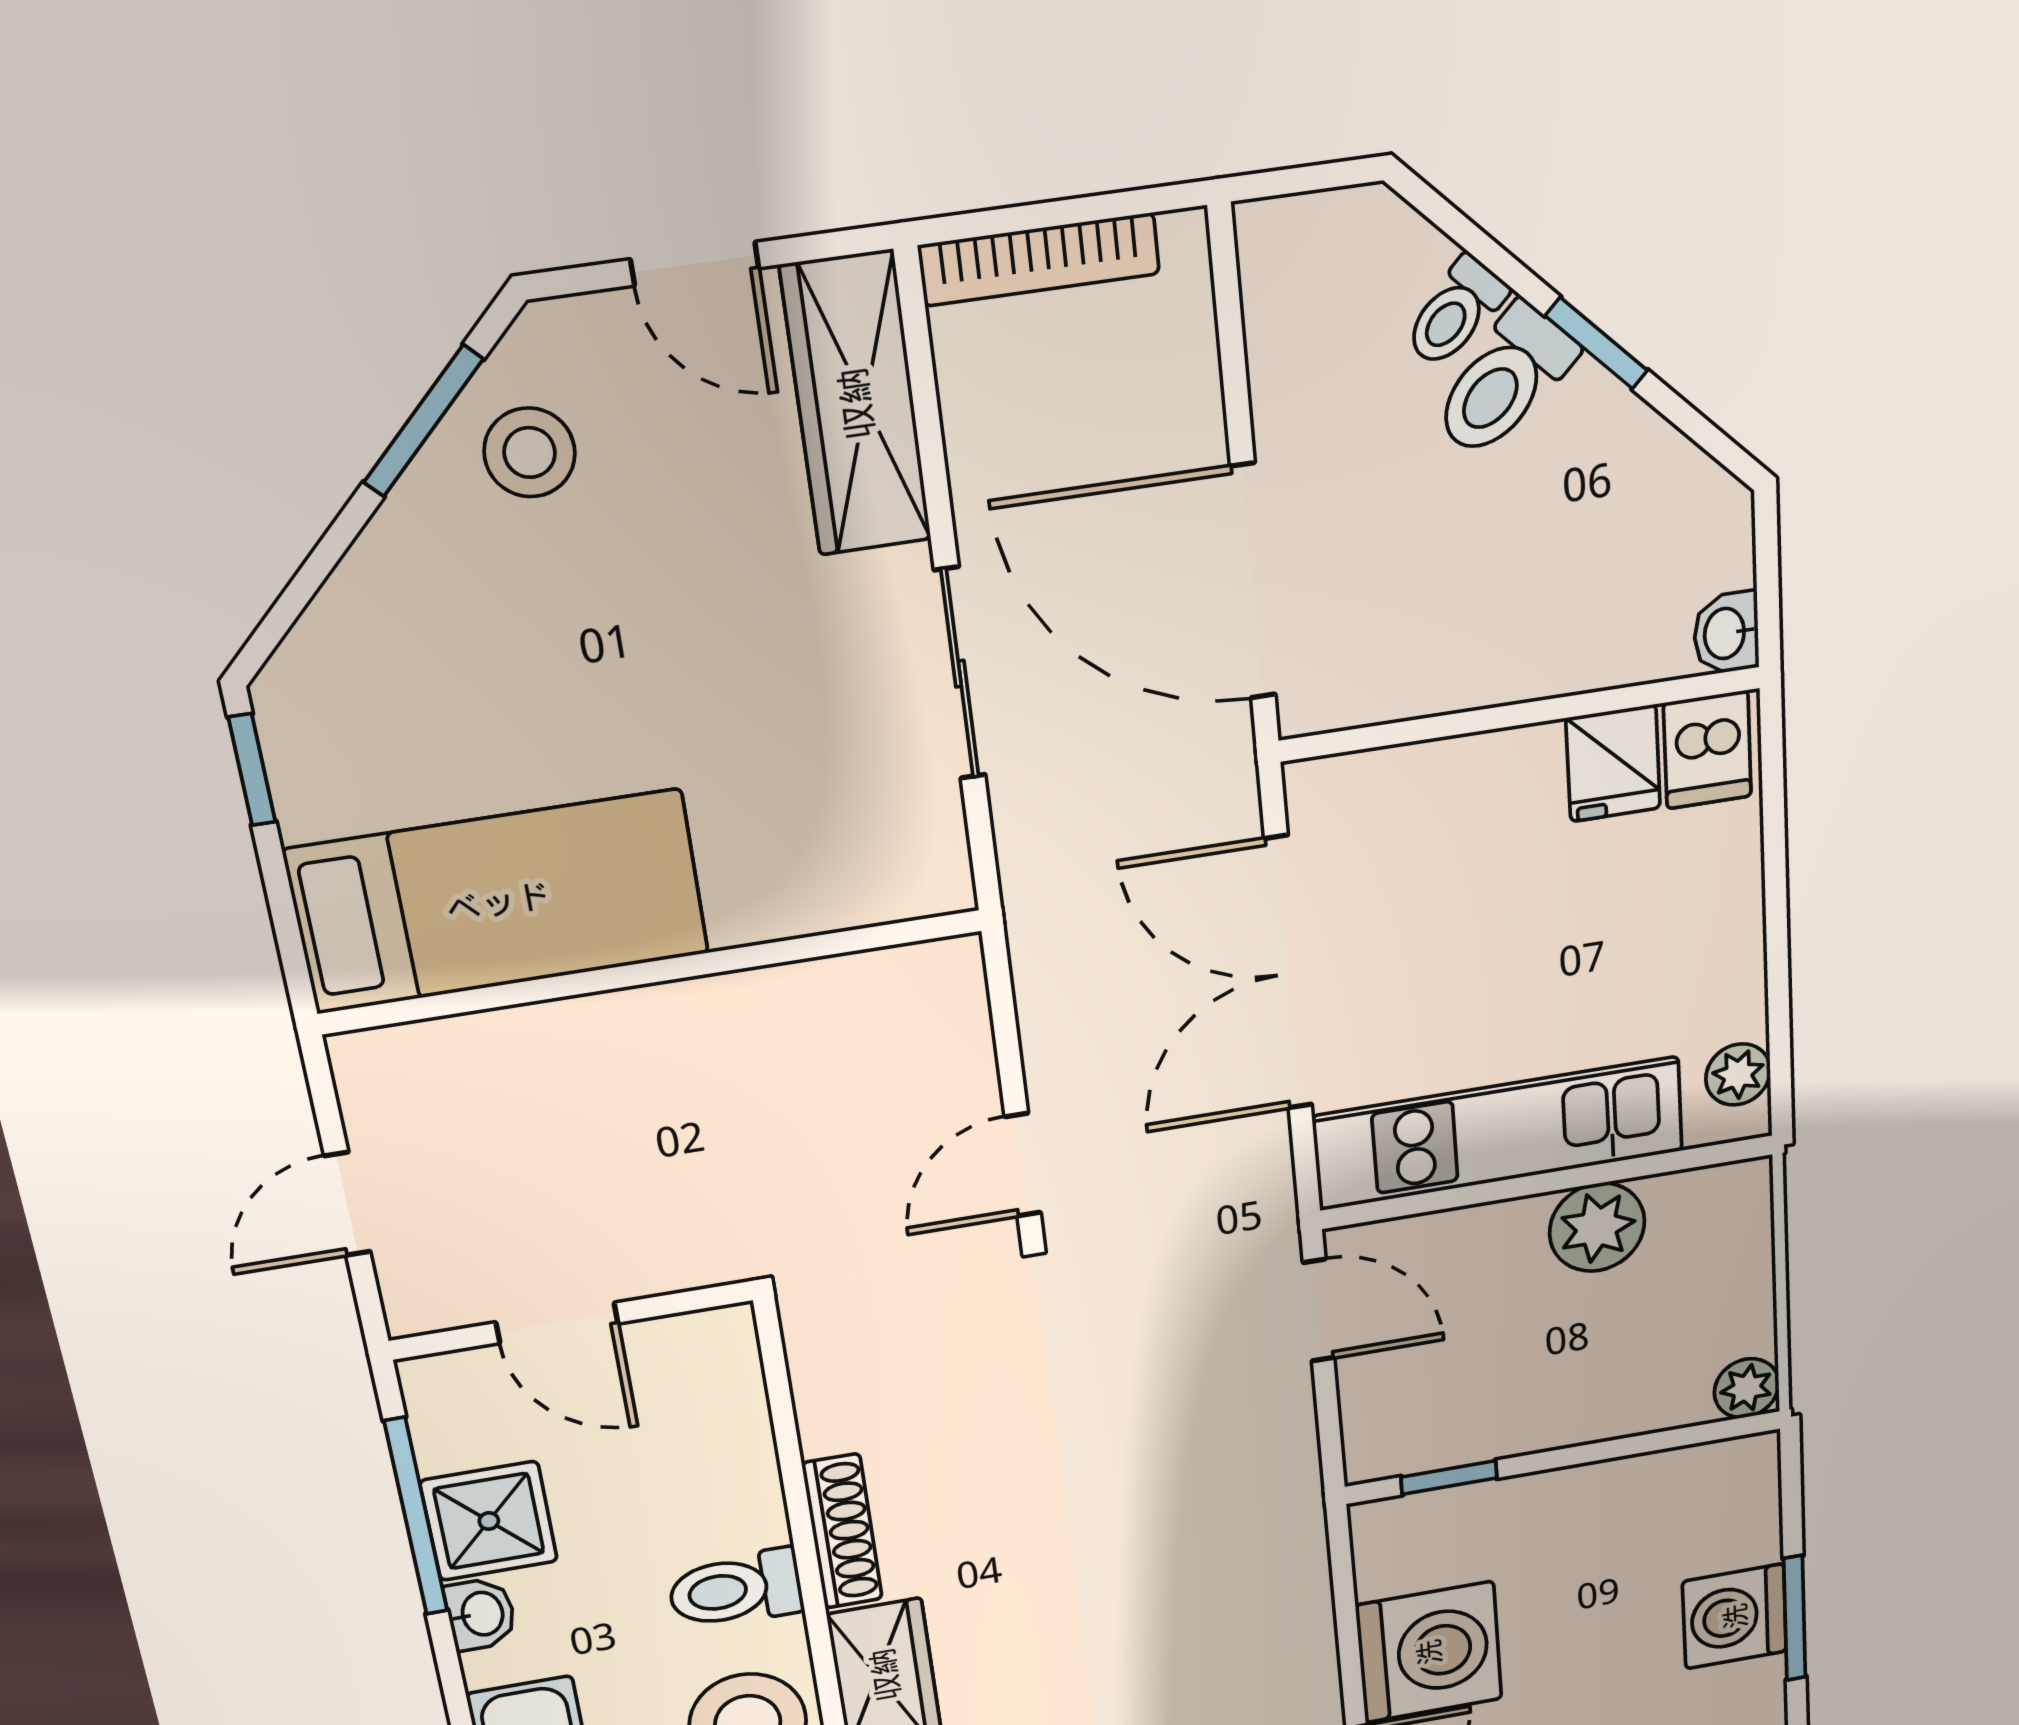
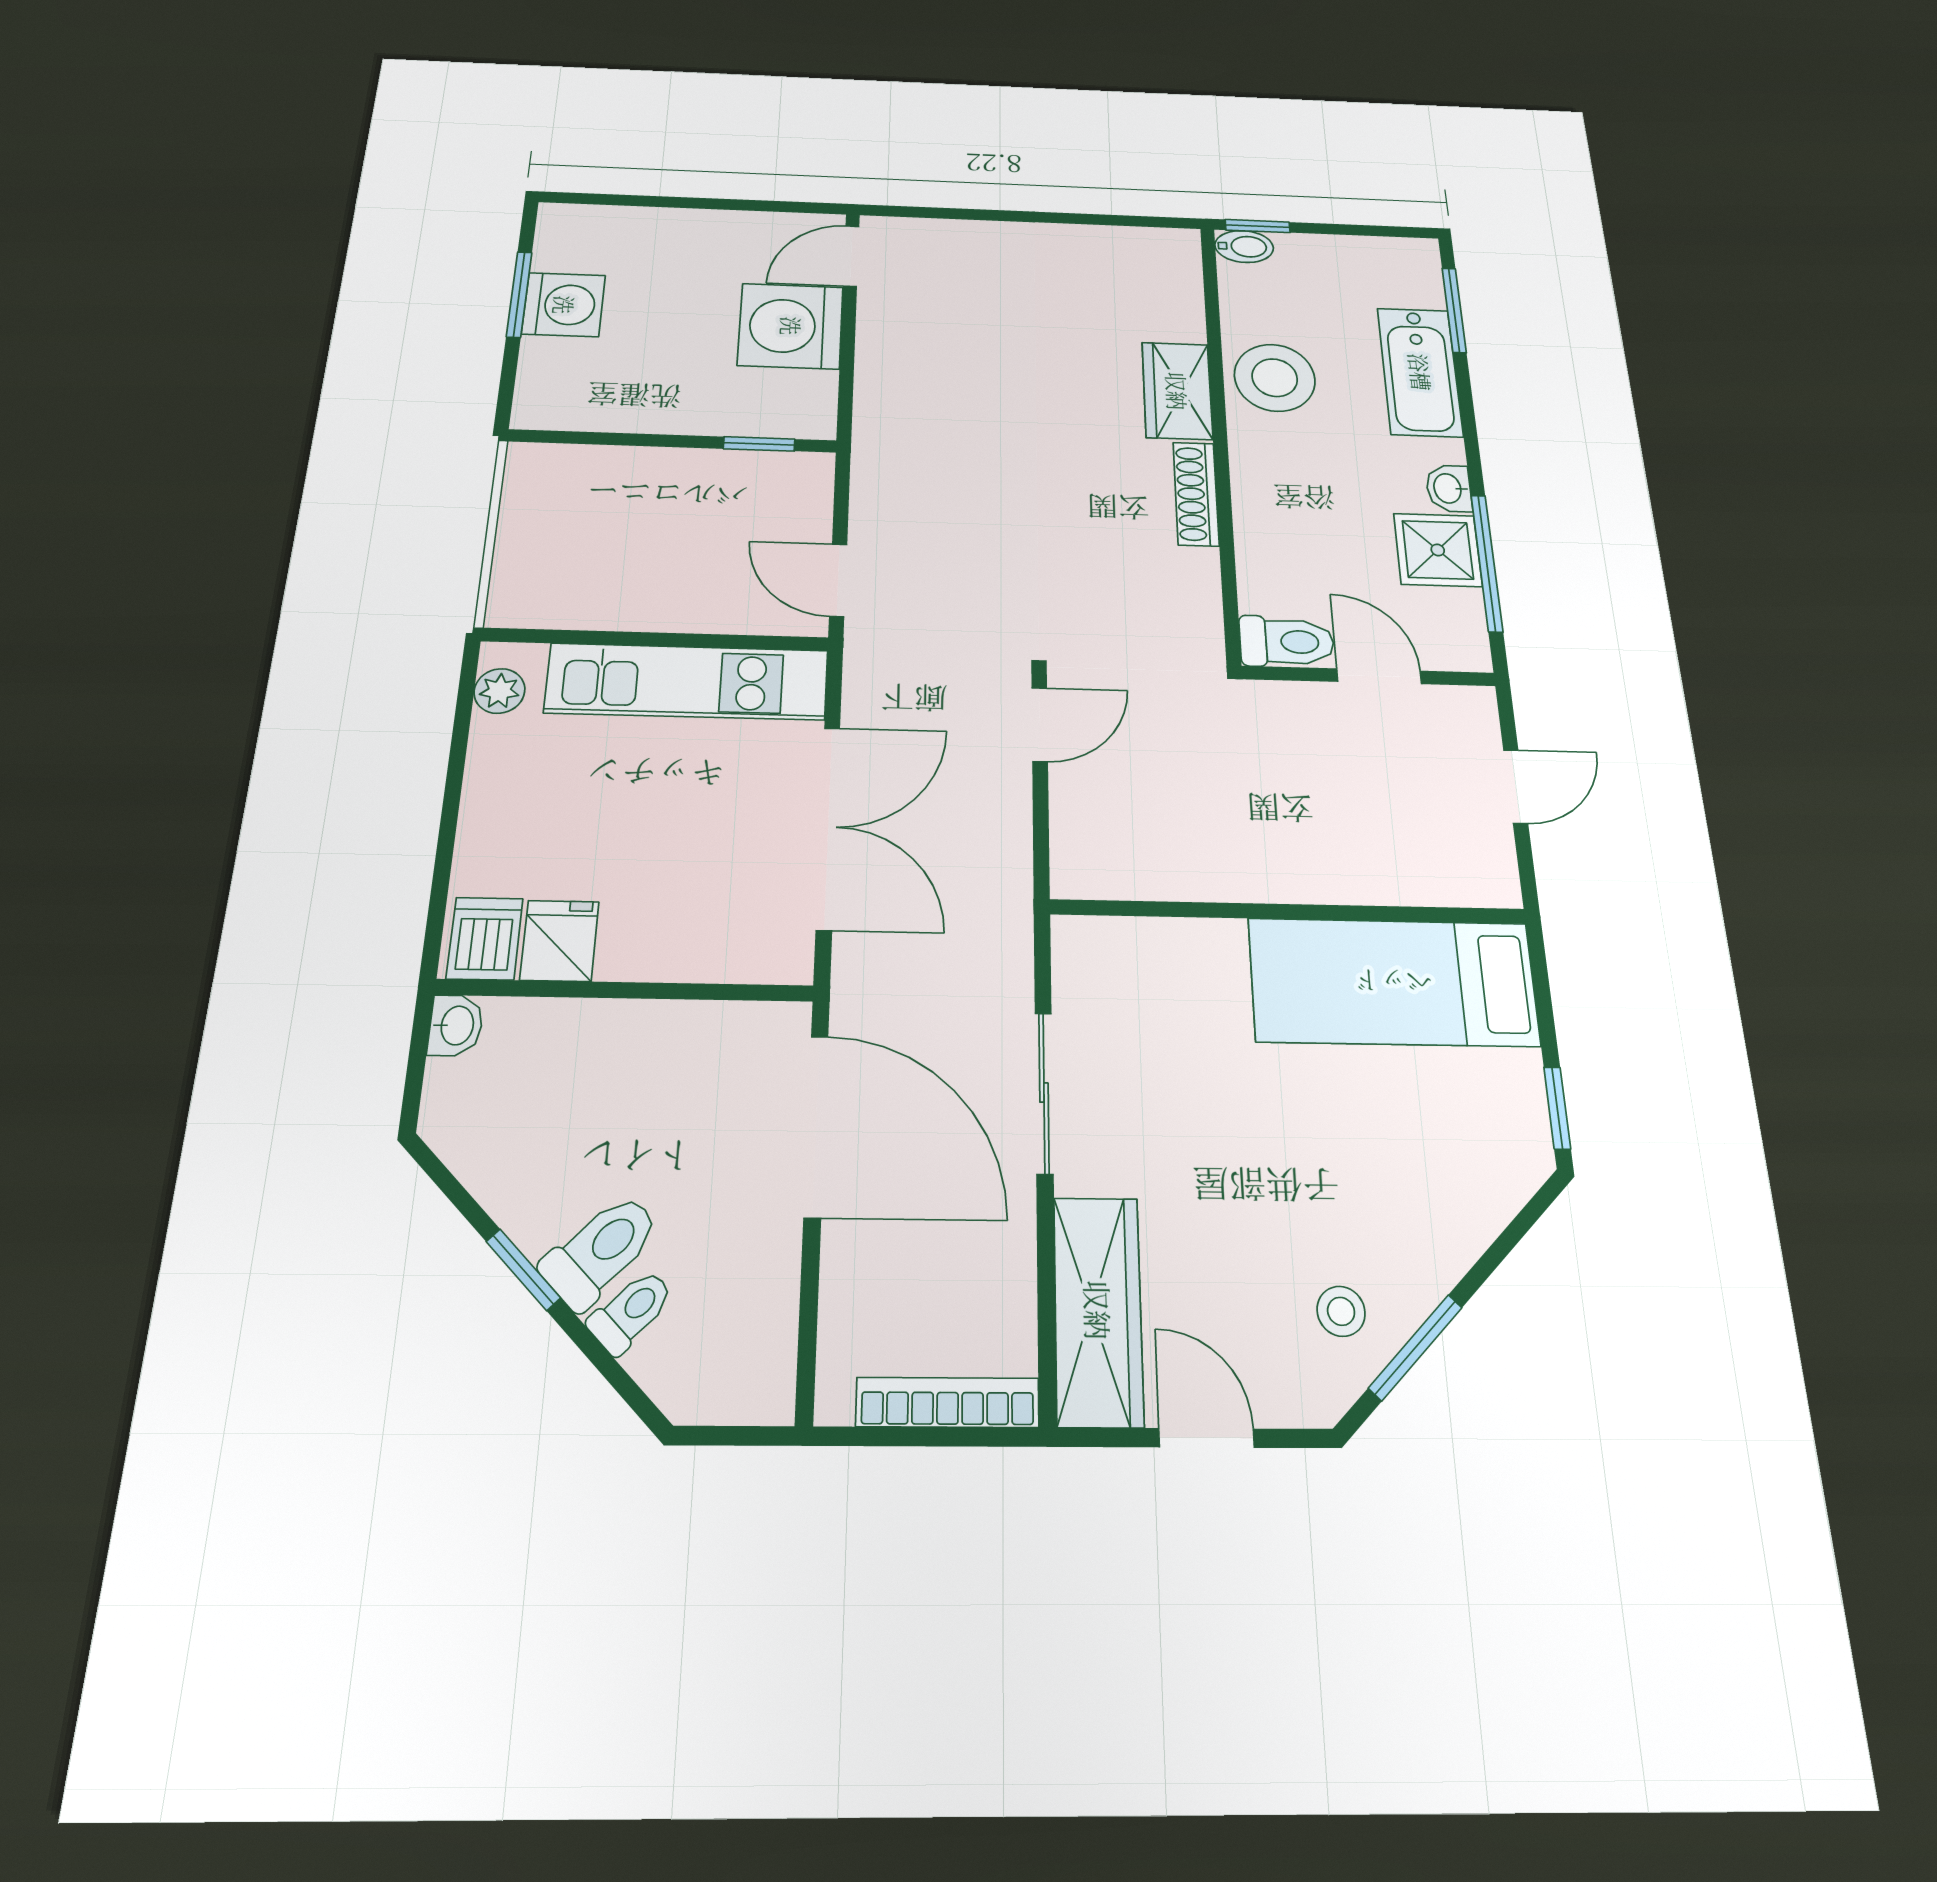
stool: (530, 452) -> (1341, 1311), width x0.73, depth x0.73
plant: (1597, 1227) -> (624, 600), removed
plant: (1747, 1388) -> (529, 463), removed
toilet: (736, 1589) -> (1287, 642), moved

